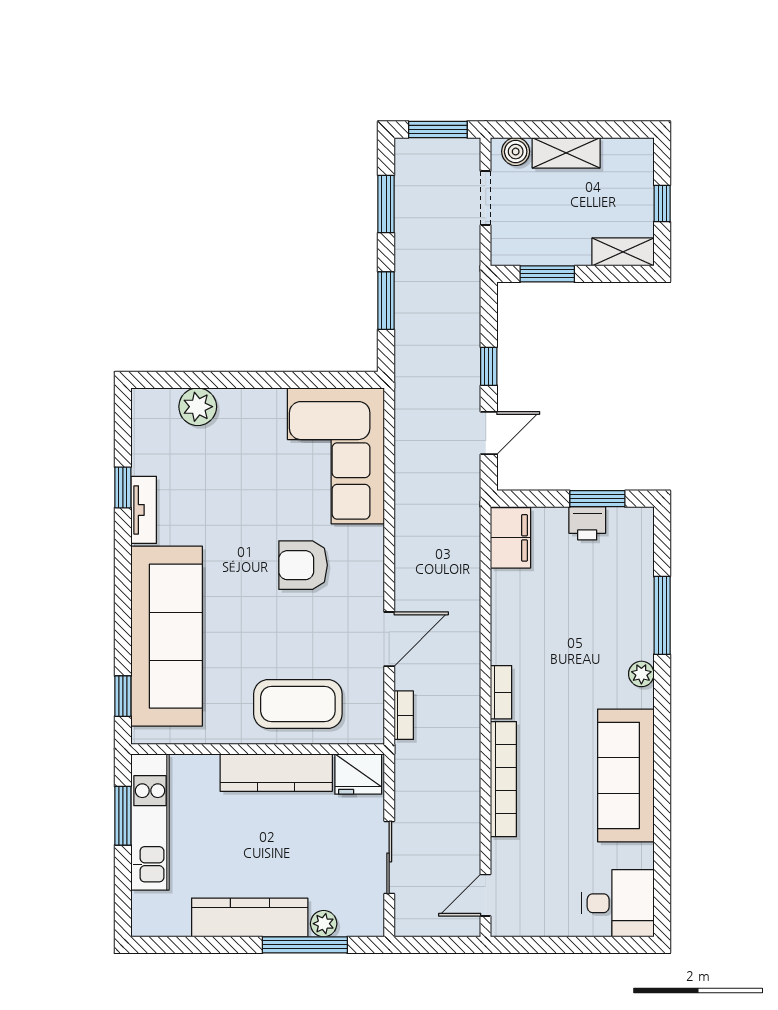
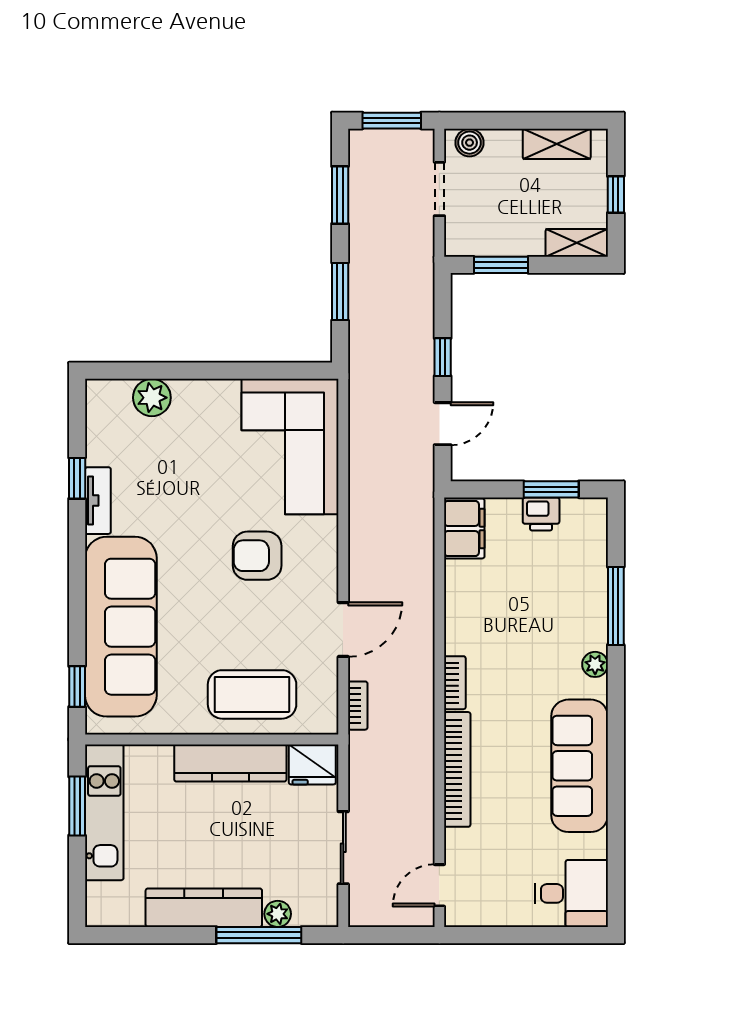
shelving: (566, 153) -> (557, 144), moved

